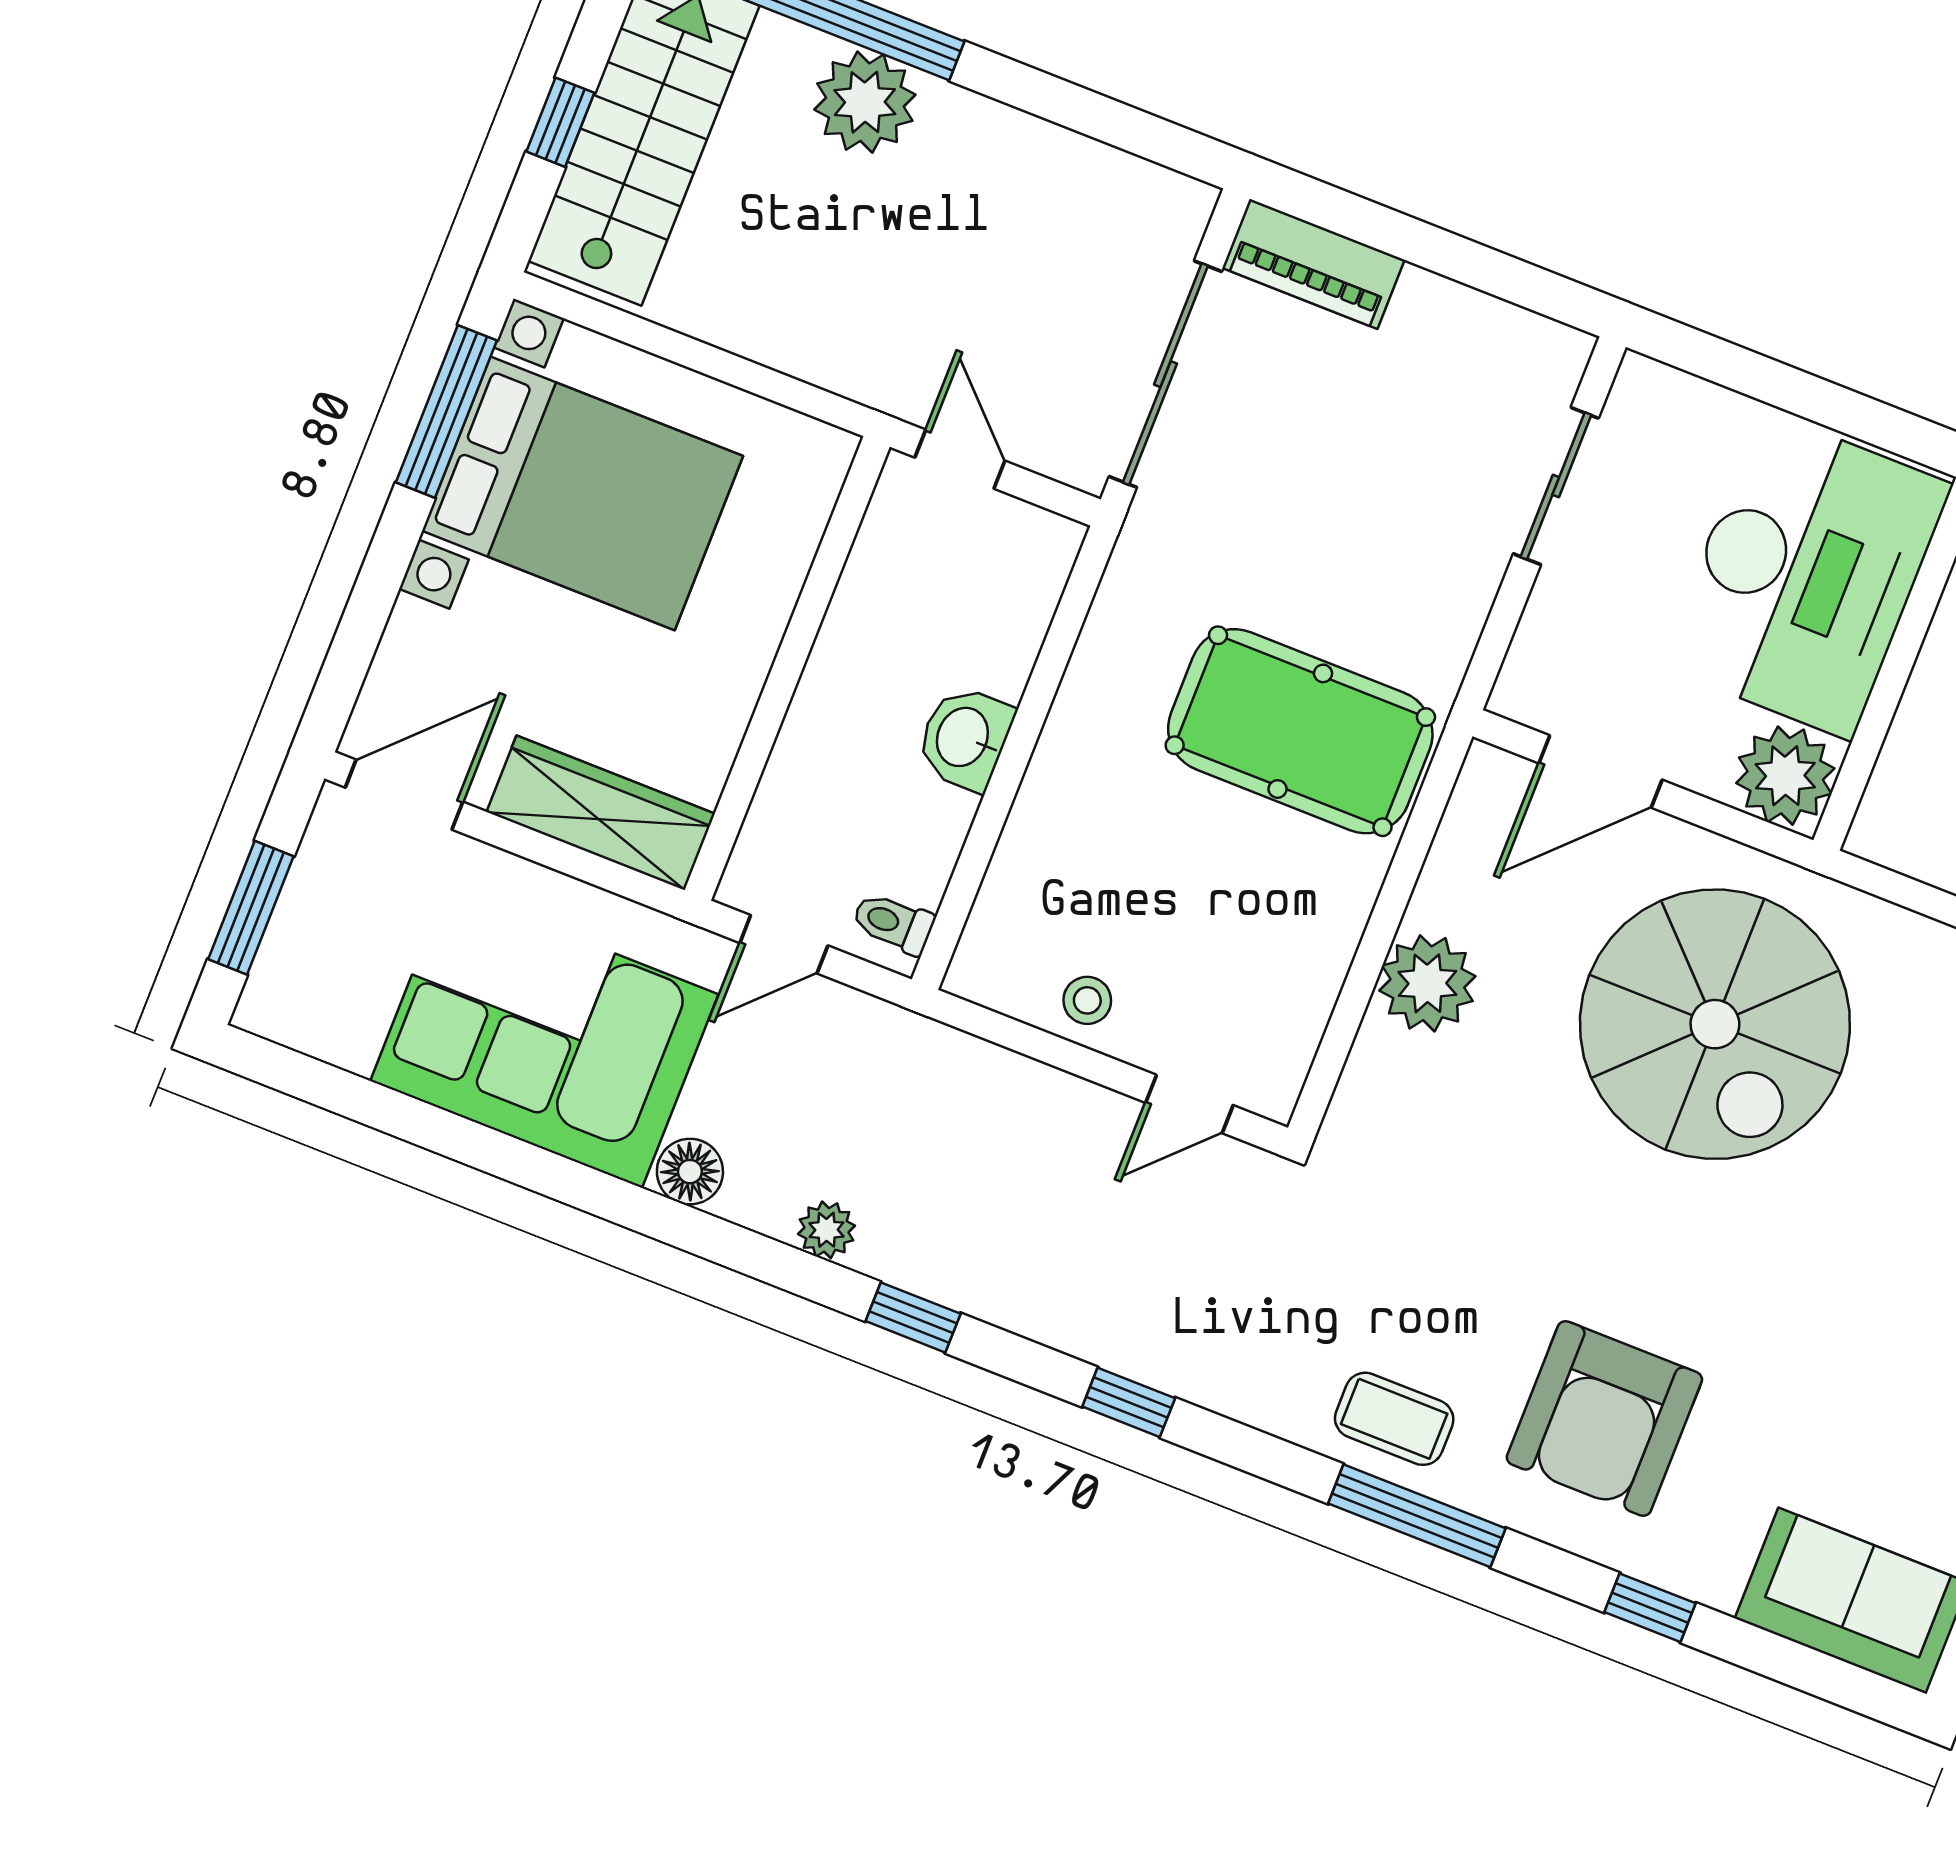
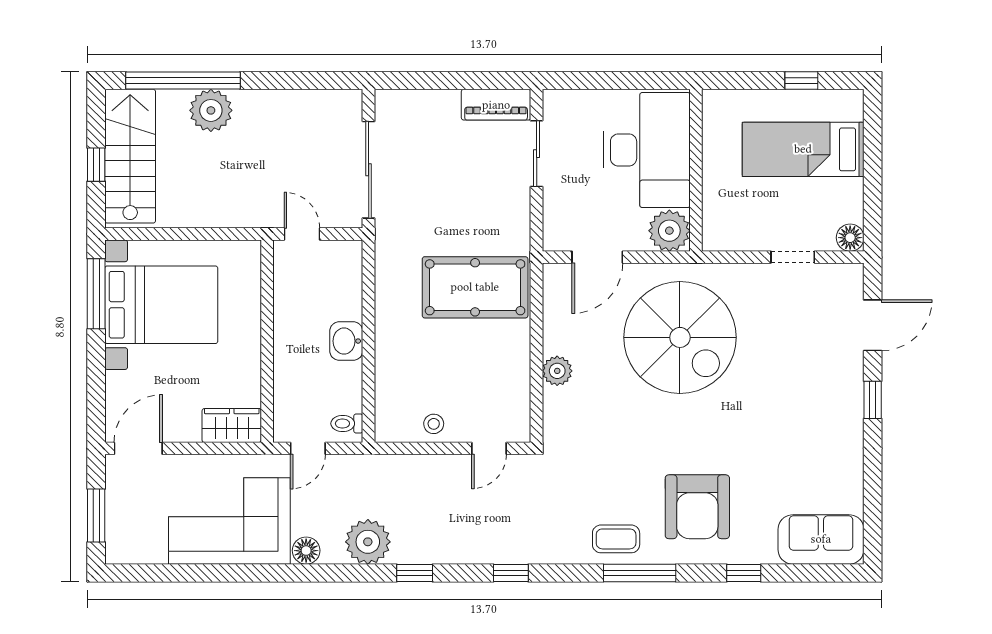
piano: (1313, 264) -> (496, 105), moved
wardrobe: (601, 813) -> (232, 425), width x0.67
plant: (1427, 983) -> (557, 371), width x0.73, depth x0.73
plant: (827, 1230) -> (368, 542), width x1.87, depth x1.87

